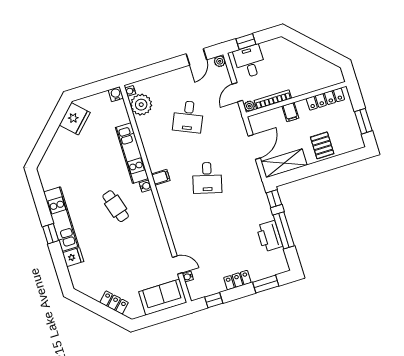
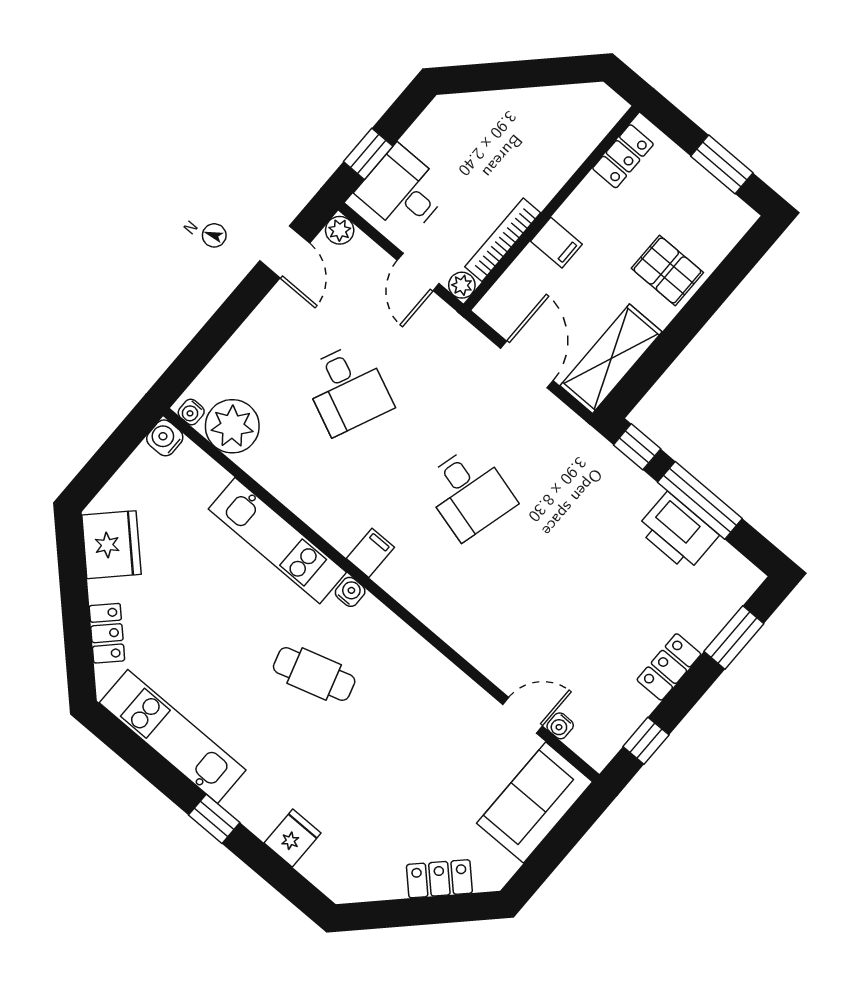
locker: (325, 99) -> (623, 156), width x0.66
locker: (54, 148) -> (107, 633), added
kitchen unit: (61, 219) -> (173, 736), moved

